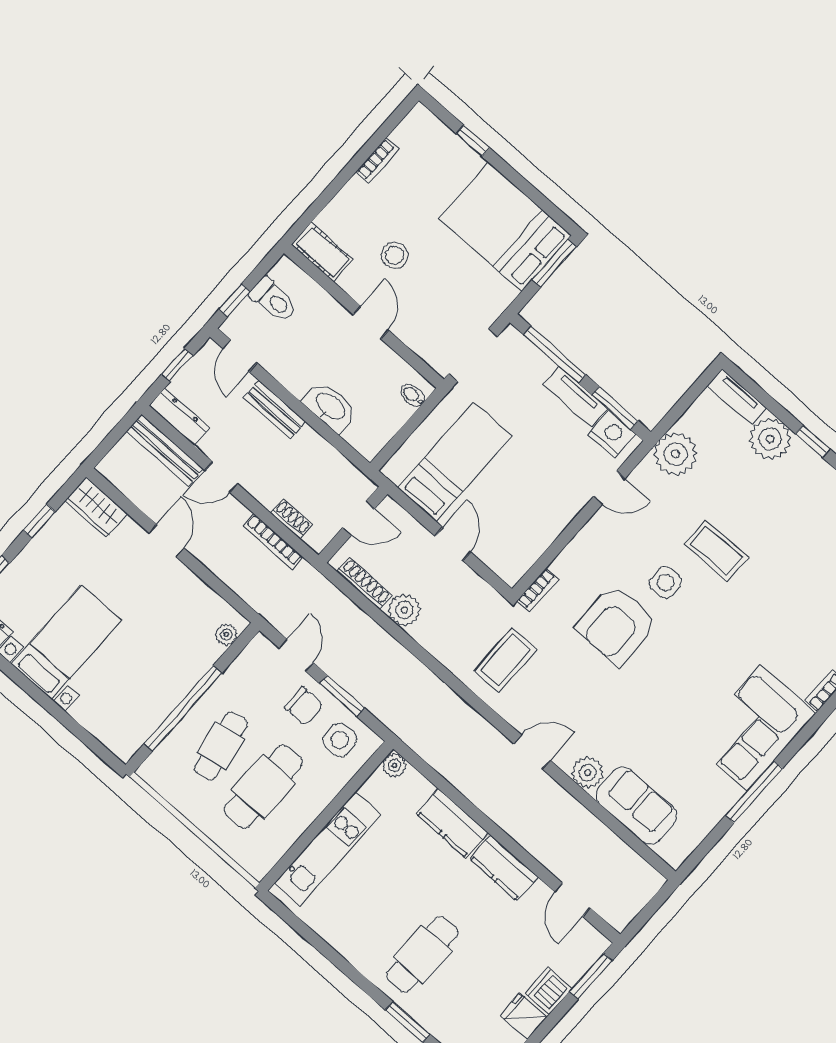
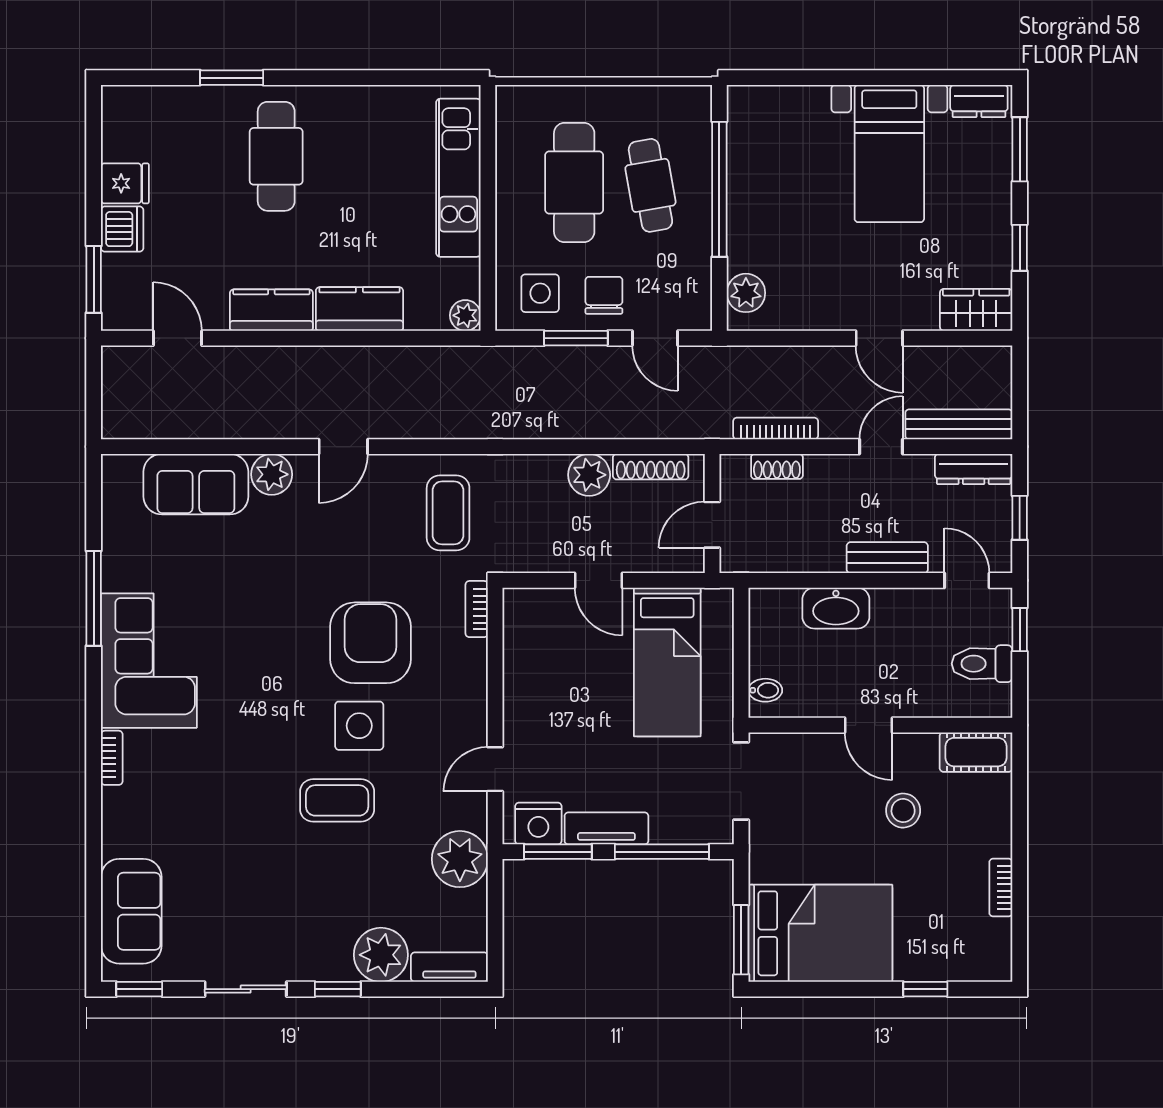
side table: (666, 582) -> (359, 726), width x1.37, depth x1.37
plant: (226, 635) -> (746, 293), width x1.38, depth x1.38
chair: (304, 706) -> (604, 295), turned 90

